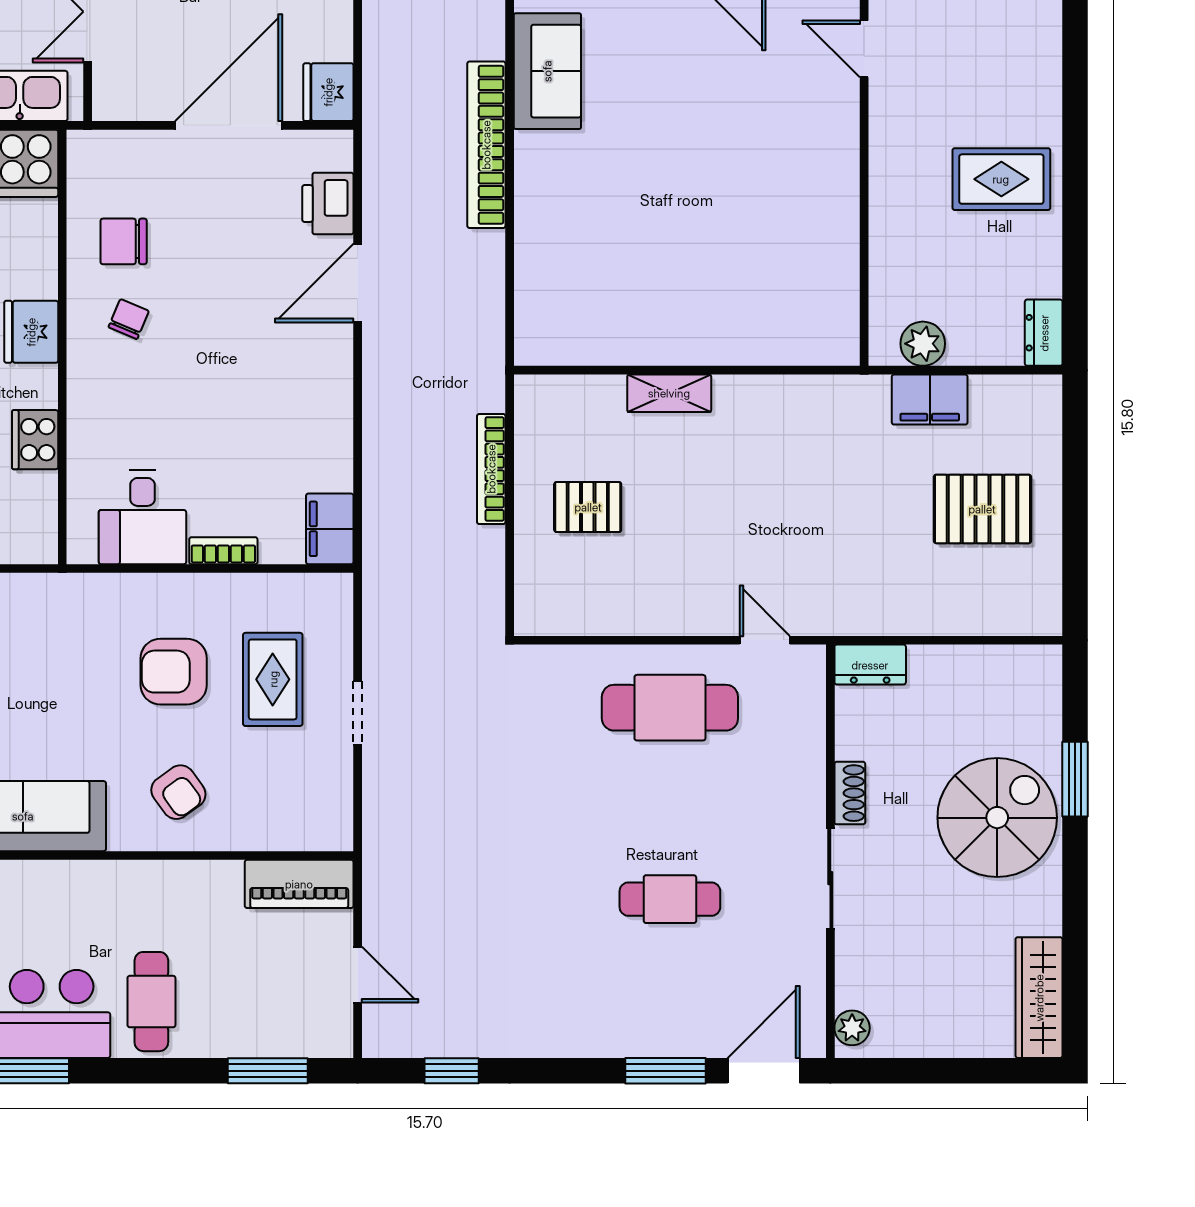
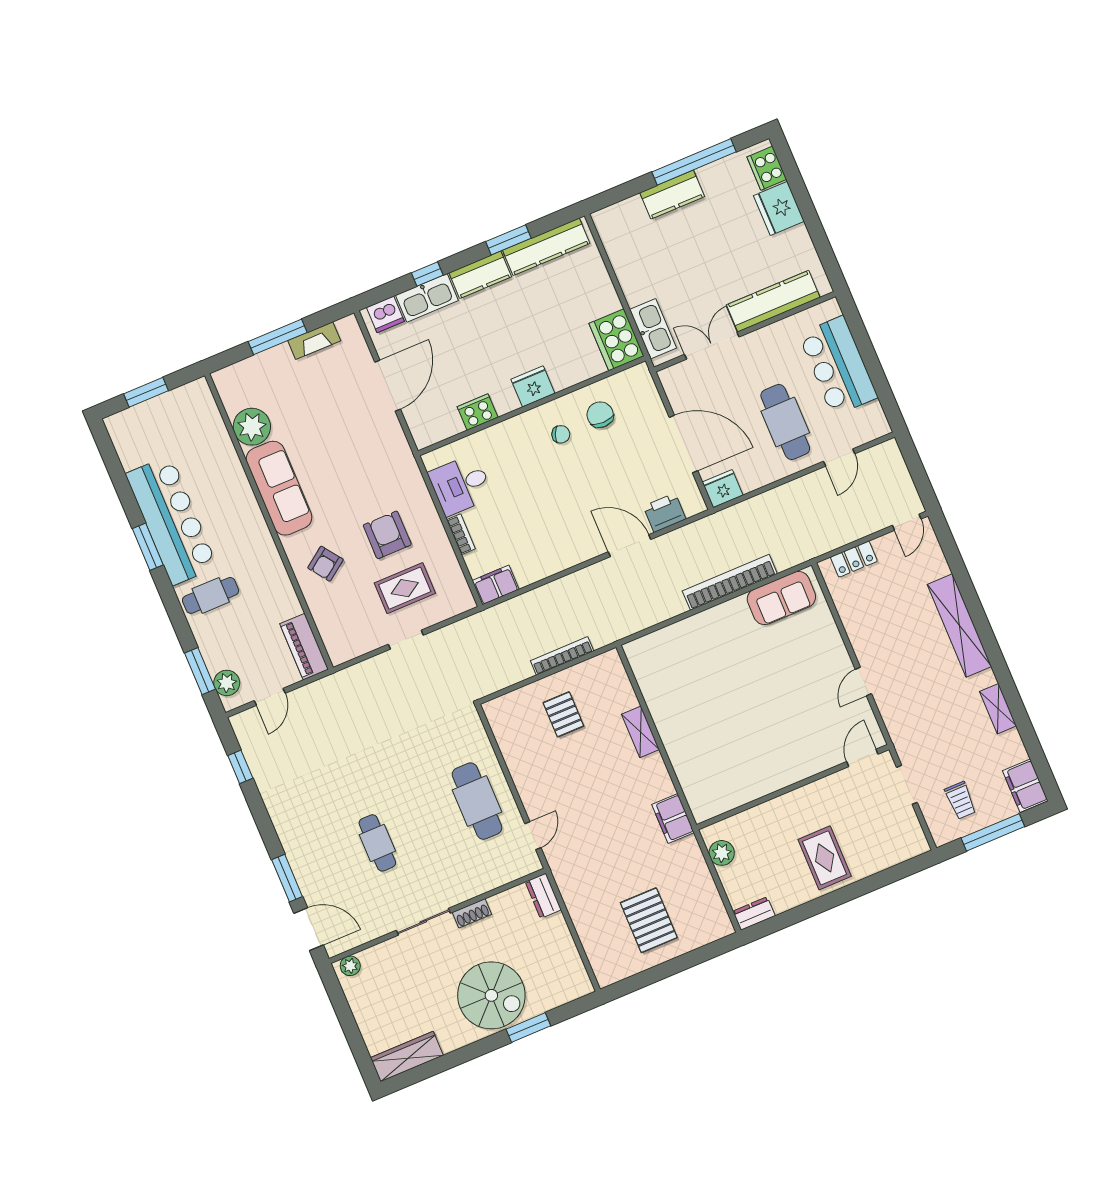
filing cabinet: (930, 400) -> (673, 818), moved
plant: (305, 1035) -> (227, 683), added

